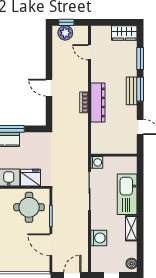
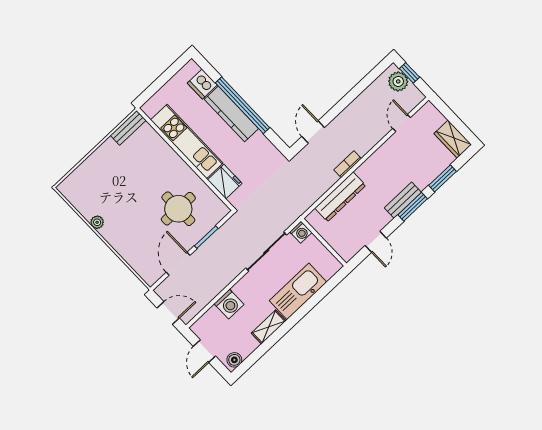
door: (49, 88) -> (313, 132), moved
dresser: (98, 102) -> (340, 197), moved
round table: (29, 207) -> (178, 209), moved

